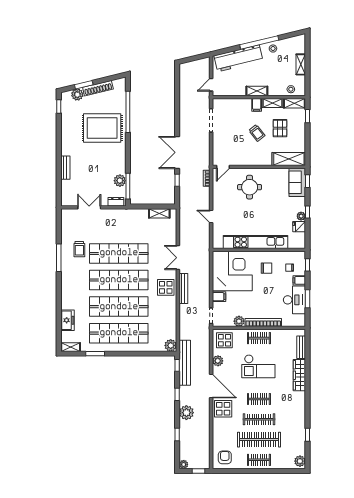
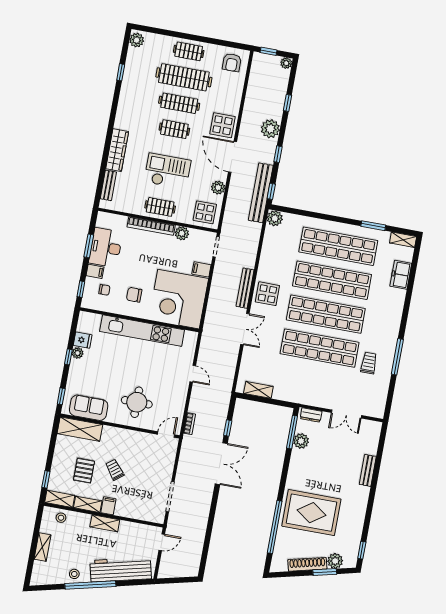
sofa: (297, 182) -> (89, 408), moved, turned -90

